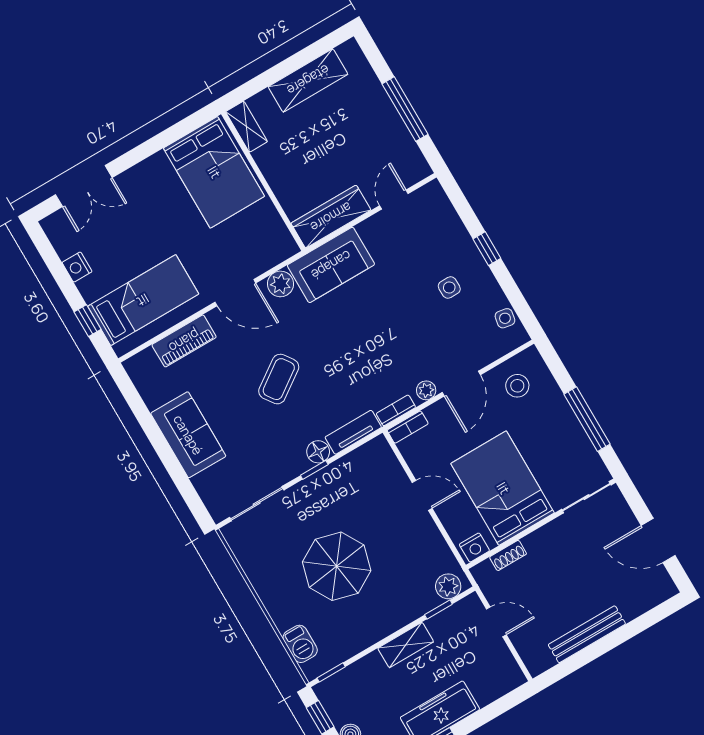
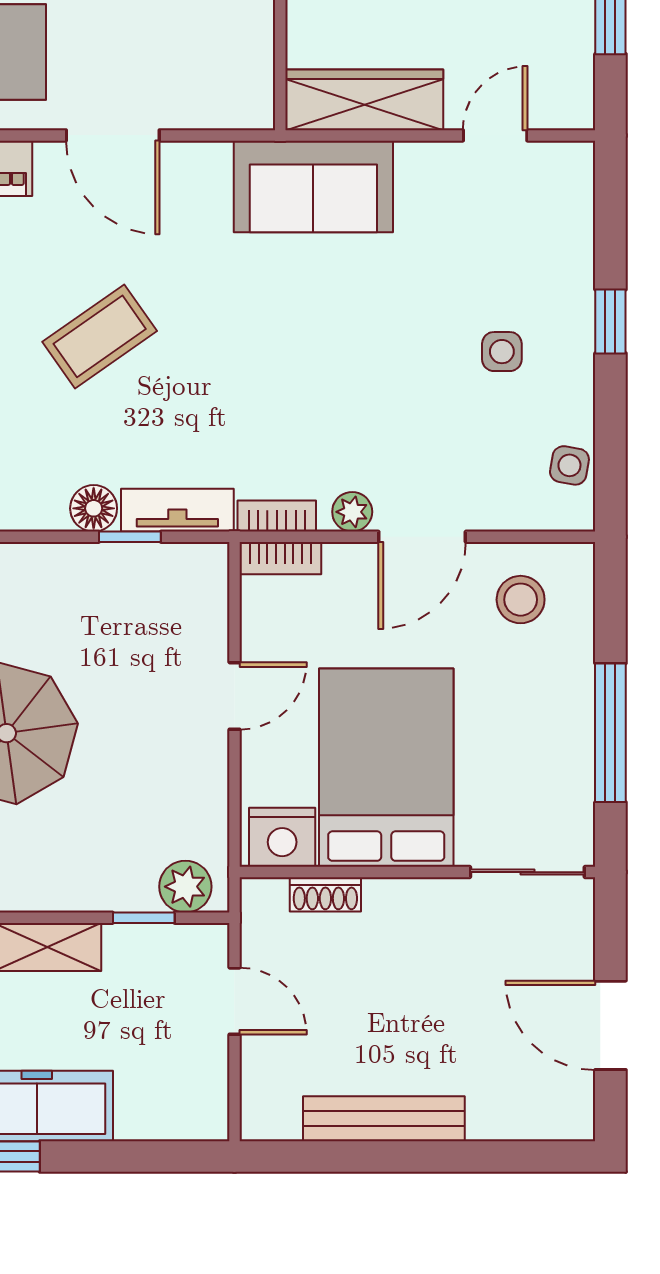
plant: (280, 284) -> (203, 167), removed
window: (314, 470) -> (130, 537), moved
door: (422, 495) -> (234, 696), hinge flipped
nightstand: (474, 548) -> (282, 837), width x1.36, depth x1.33

